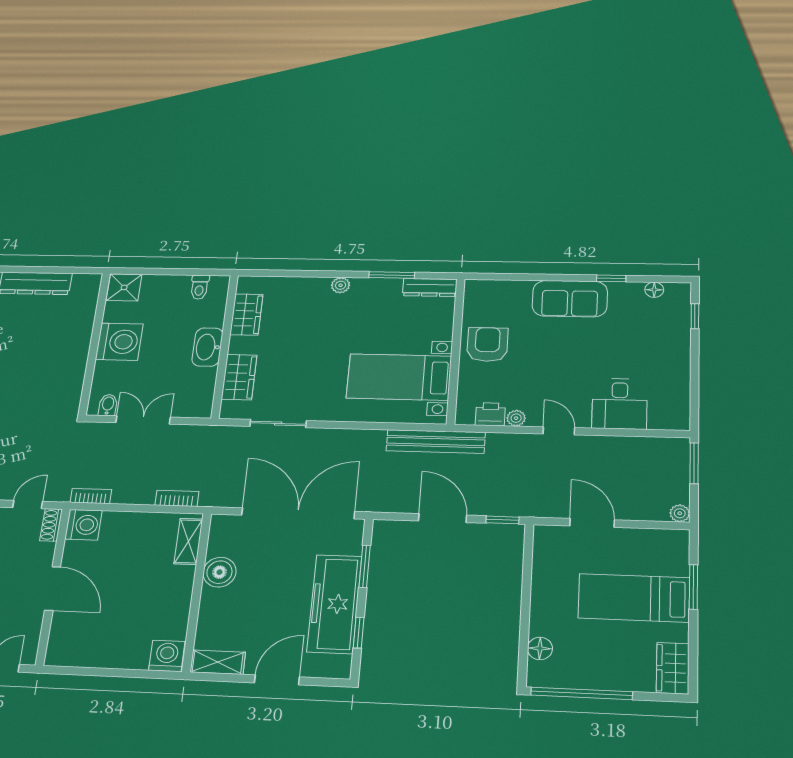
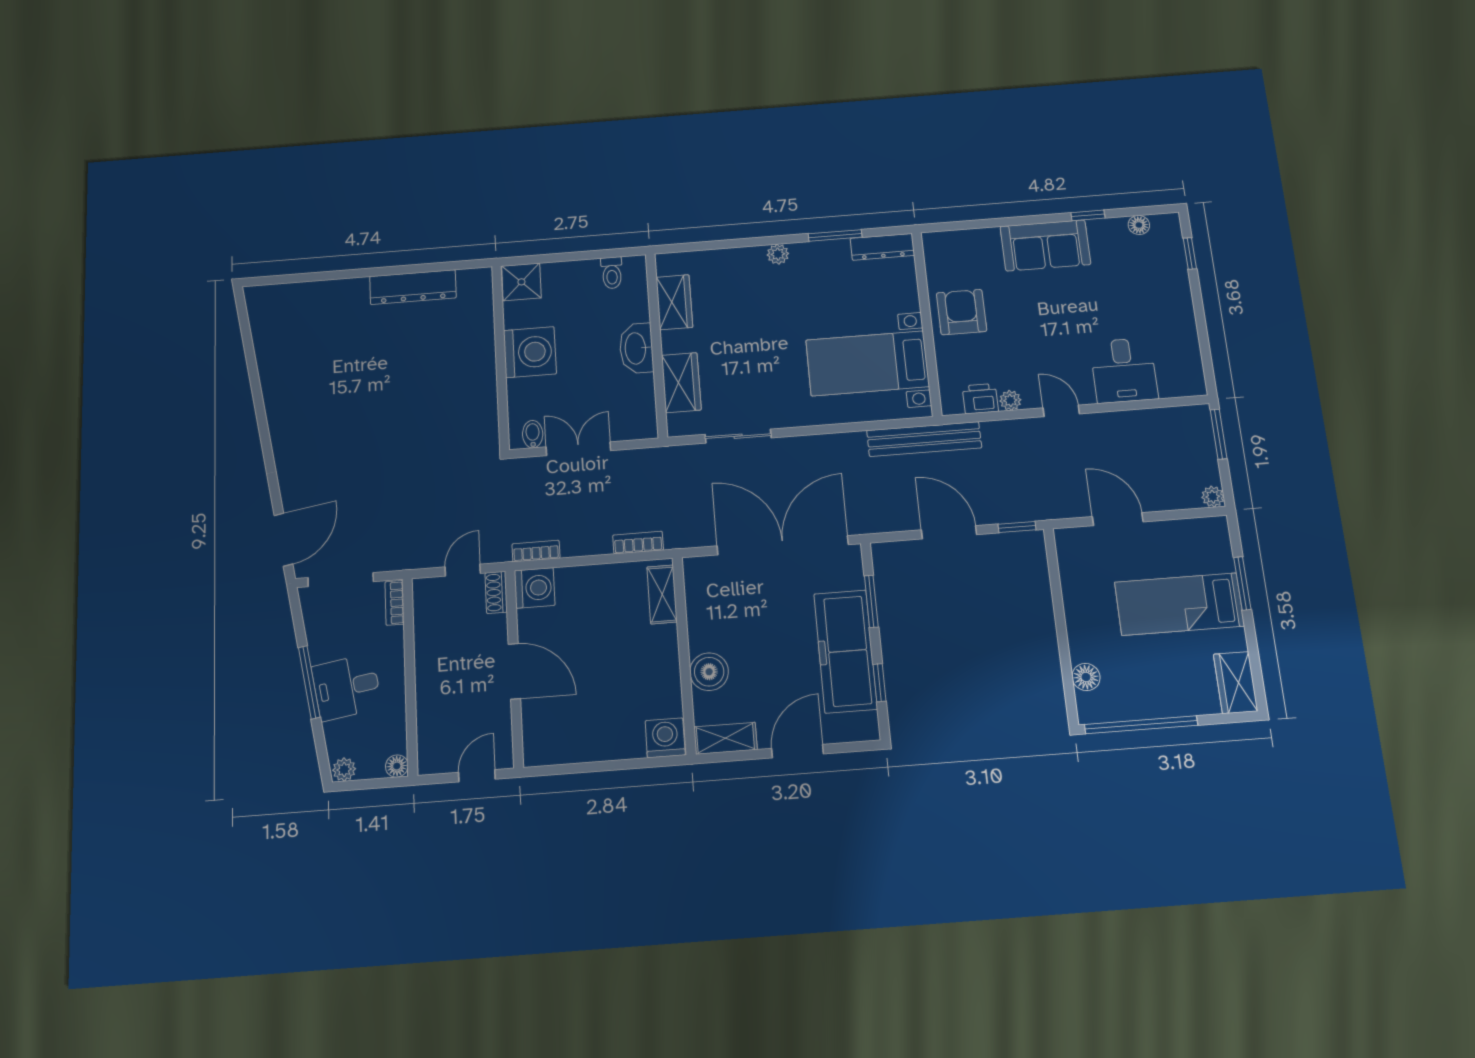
boiler: (219, 572) -> (709, 672), moved

